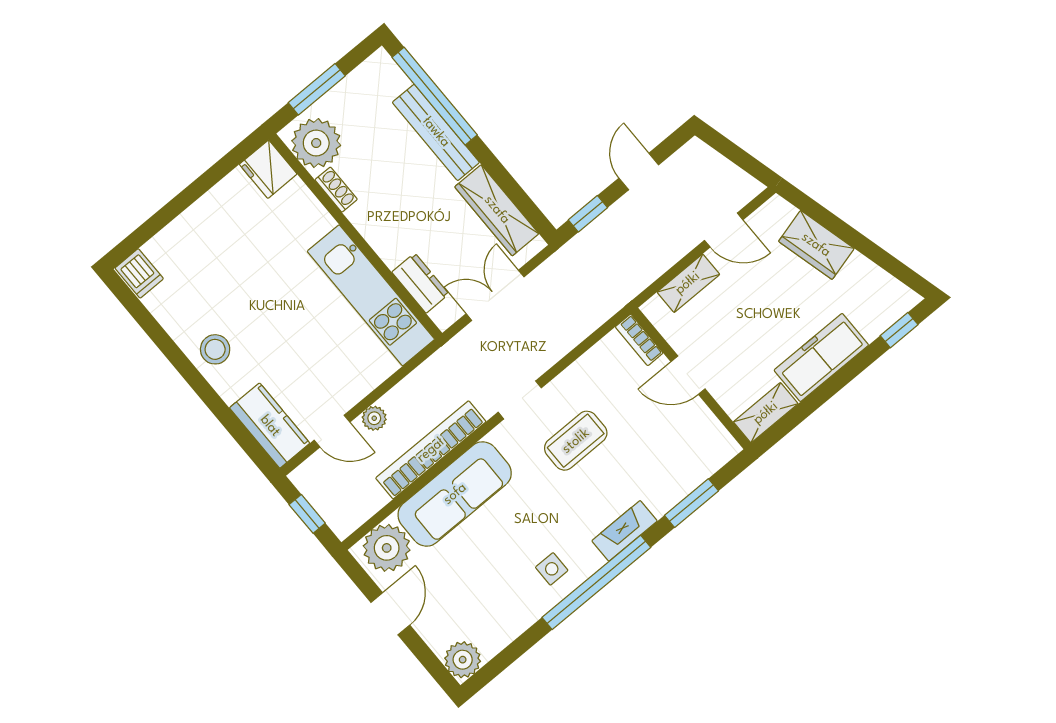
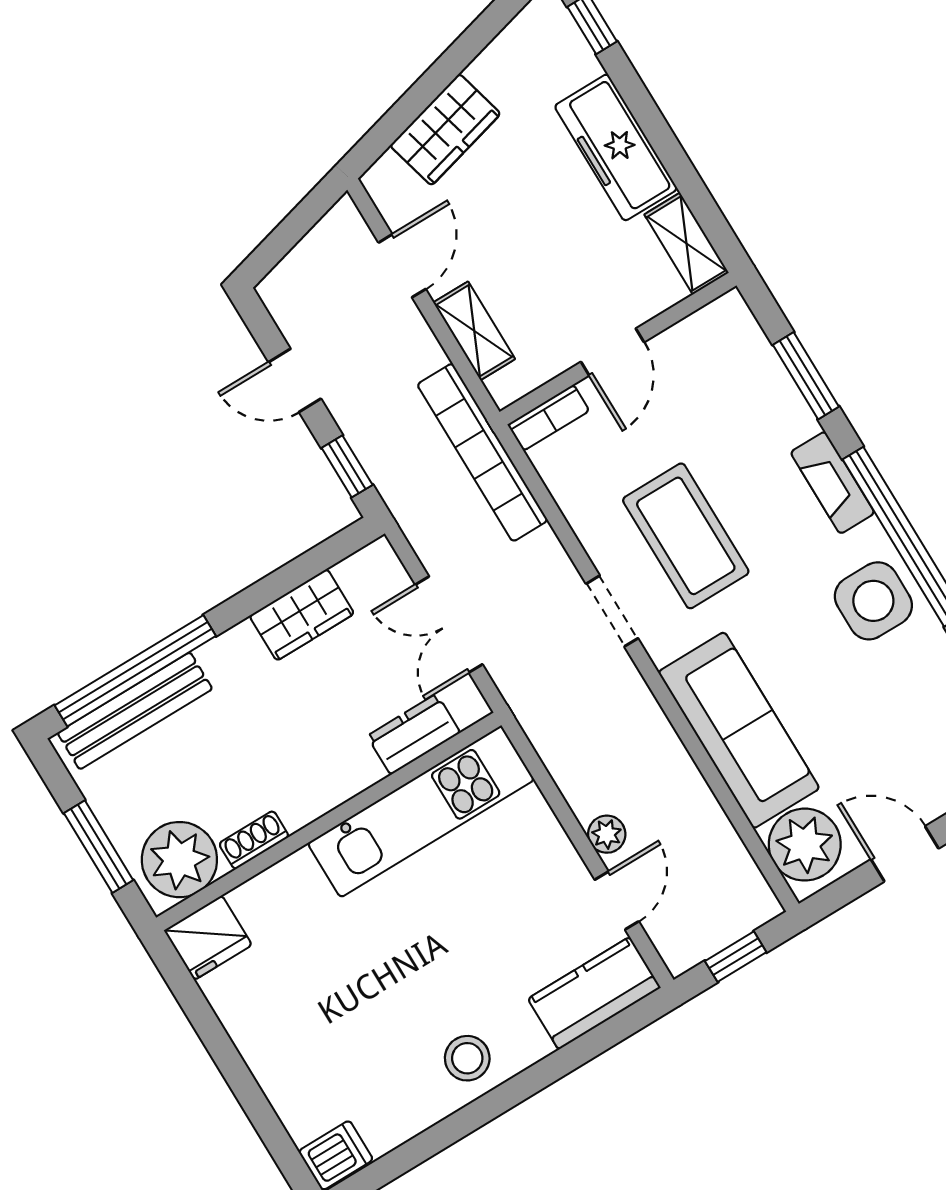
bench: (436, 132) -> (135, 711), moved
wardrobe: (497, 210) -> (302, 615), width x0.67
coffee table: (576, 441) -> (686, 536), width x1.36, depth x1.32
bookcase: (431, 450) -> (482, 452), moved
side table: (552, 569) -> (873, 601), width x1.87, depth x1.87

